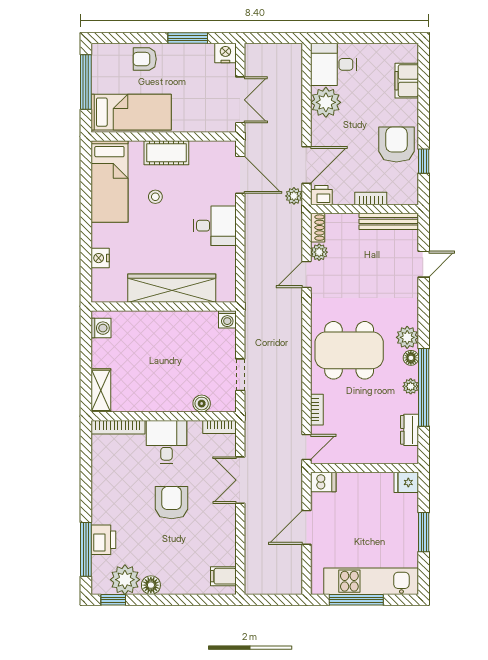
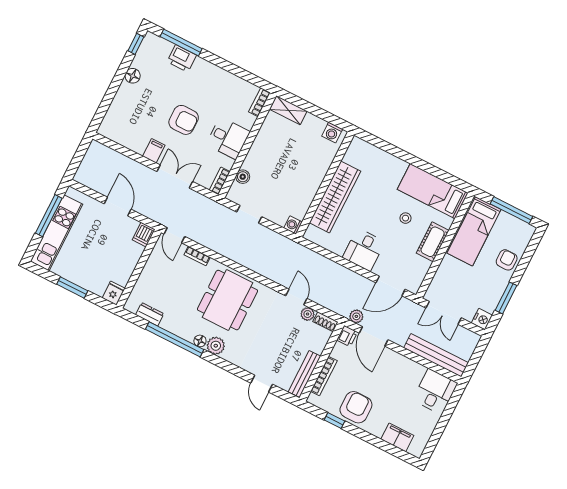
bench: (292, 84) -> (436, 355), added
plant: (326, 102) -> (411, 372), removed
armchair: (396, 144) -> (356, 407), turned -90
bookcase: (371, 198) -> (324, 376), width x1.56
nightstand: (100, 258) -> (382, 157), removed
plant: (411, 386) -> (180, 331), removed
bookcase: (118, 427) -> (259, 102), width x0.64
filing cabinet: (223, 576) -> (154, 151), moved
plant: (125, 580) -> (146, 59), removed

